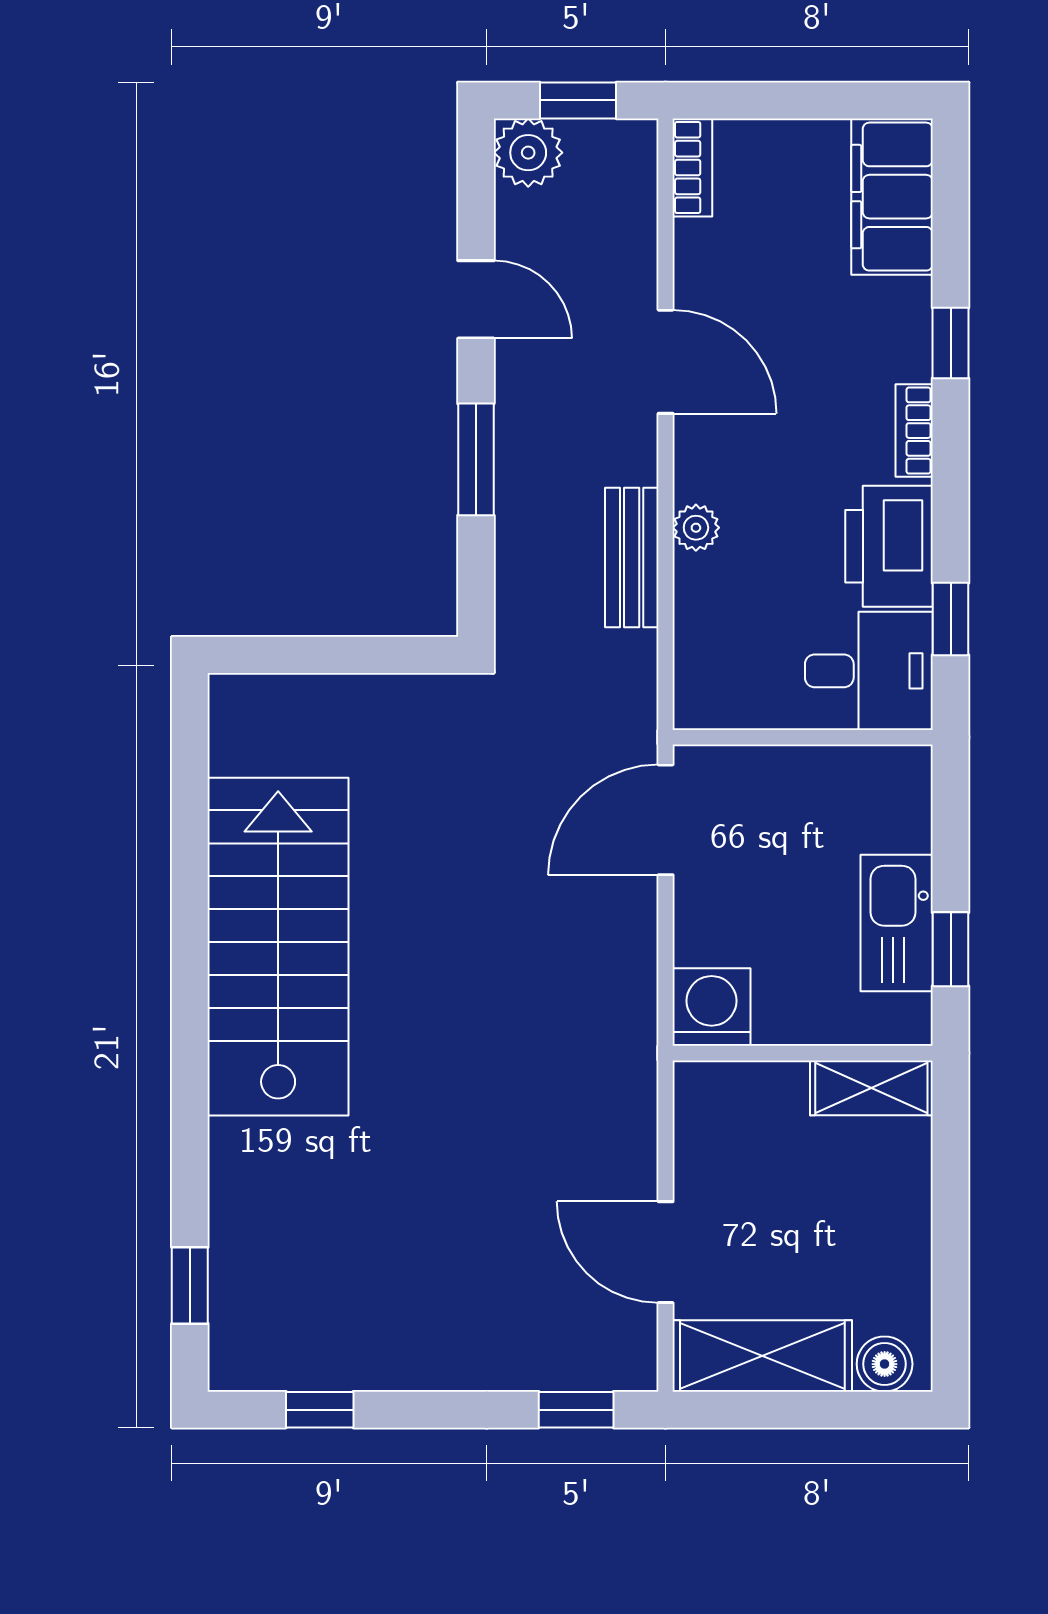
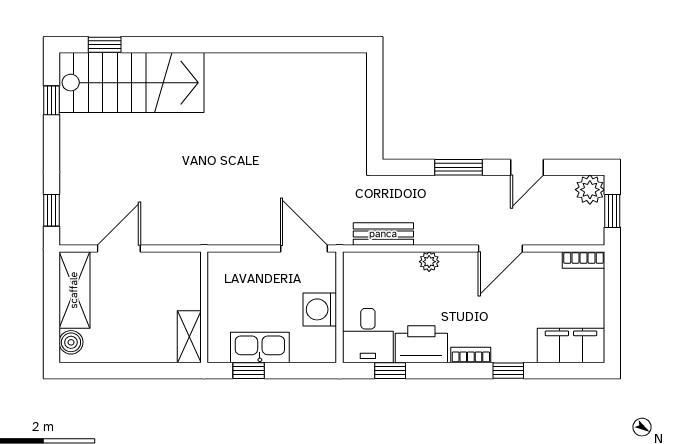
bench: (632, 558) -> (383, 234), moved
stairs: (278, 947) -> (131, 83), moved
washing machine: (712, 1007) -> (320, 309), moved, turned 180

